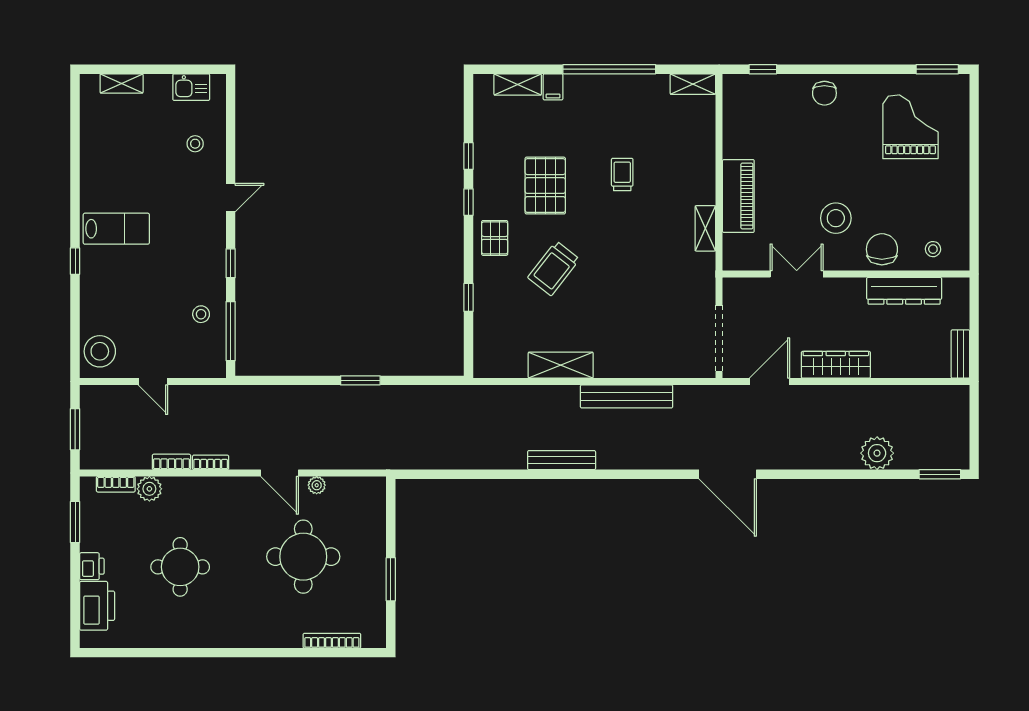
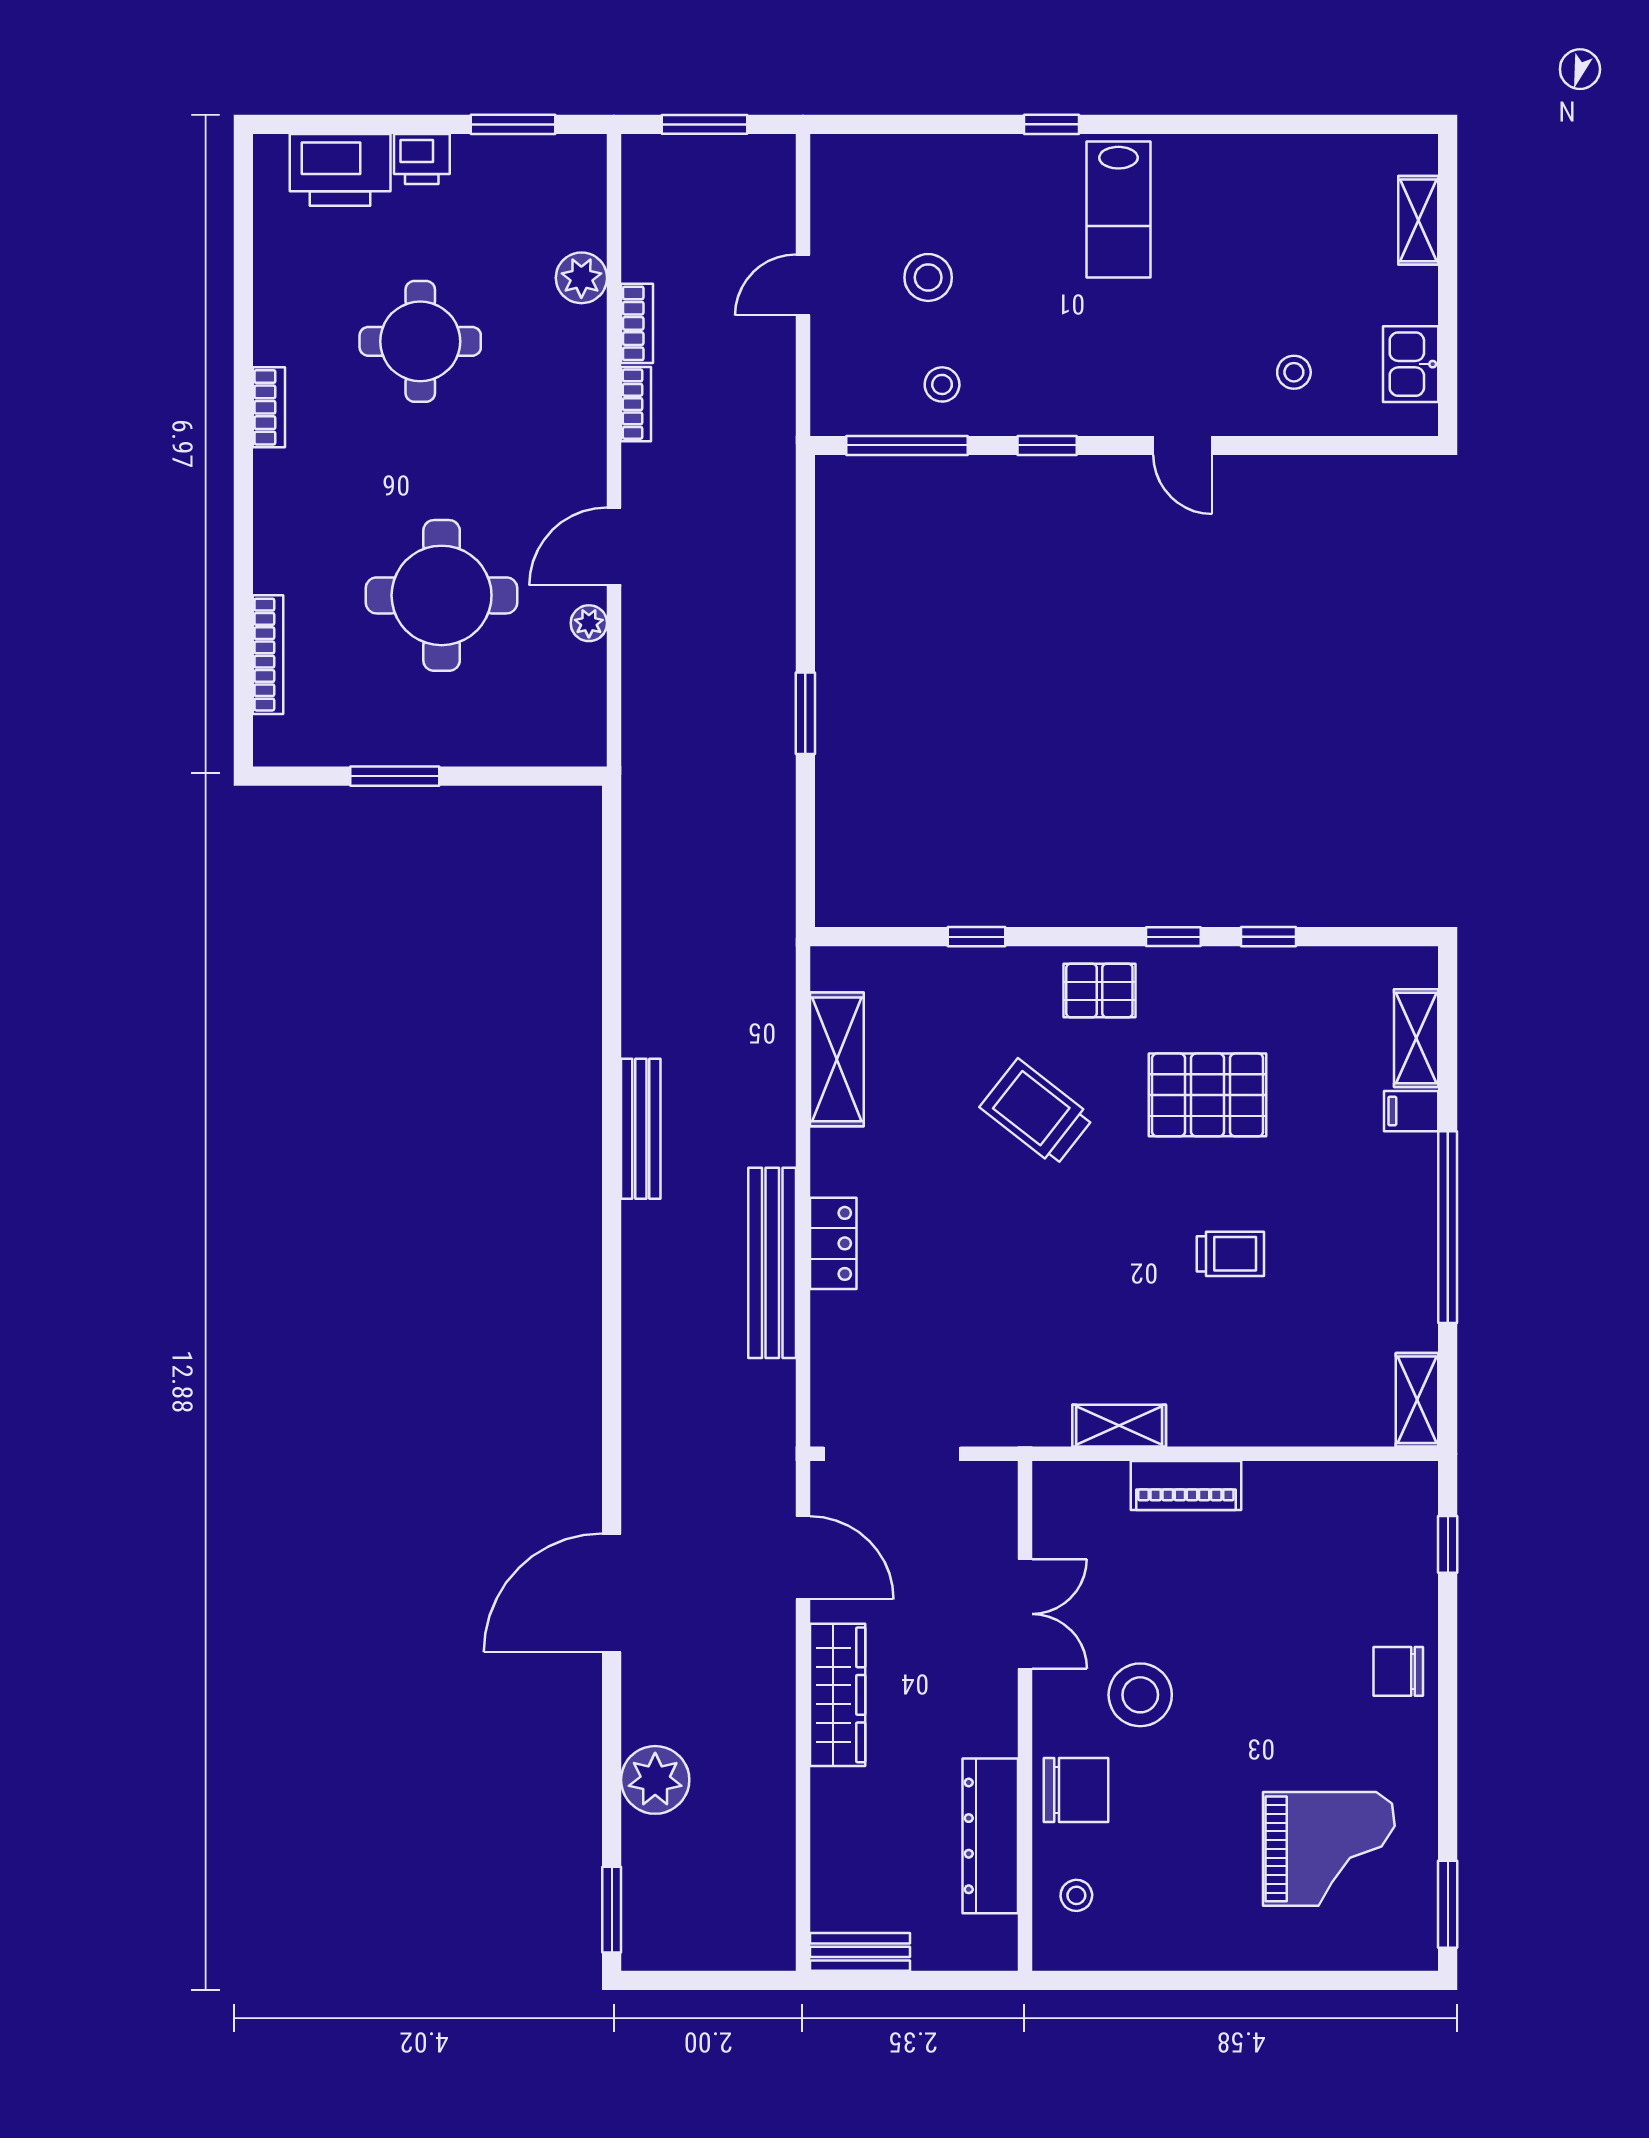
piano: (738, 196) -> (1186, 1486), width x0.73, depth x0.75
stool: (100, 351) -> (928, 277), moved, width x0.73, depth x0.73
shelving: (561, 365) -> (837, 1059), moved
locker: (617, 367) -> (833, 1243), added
door: (728, 474) -> (612, 1593), moved
bookcase: (116, 484) -> (269, 407), moved, turned 180

